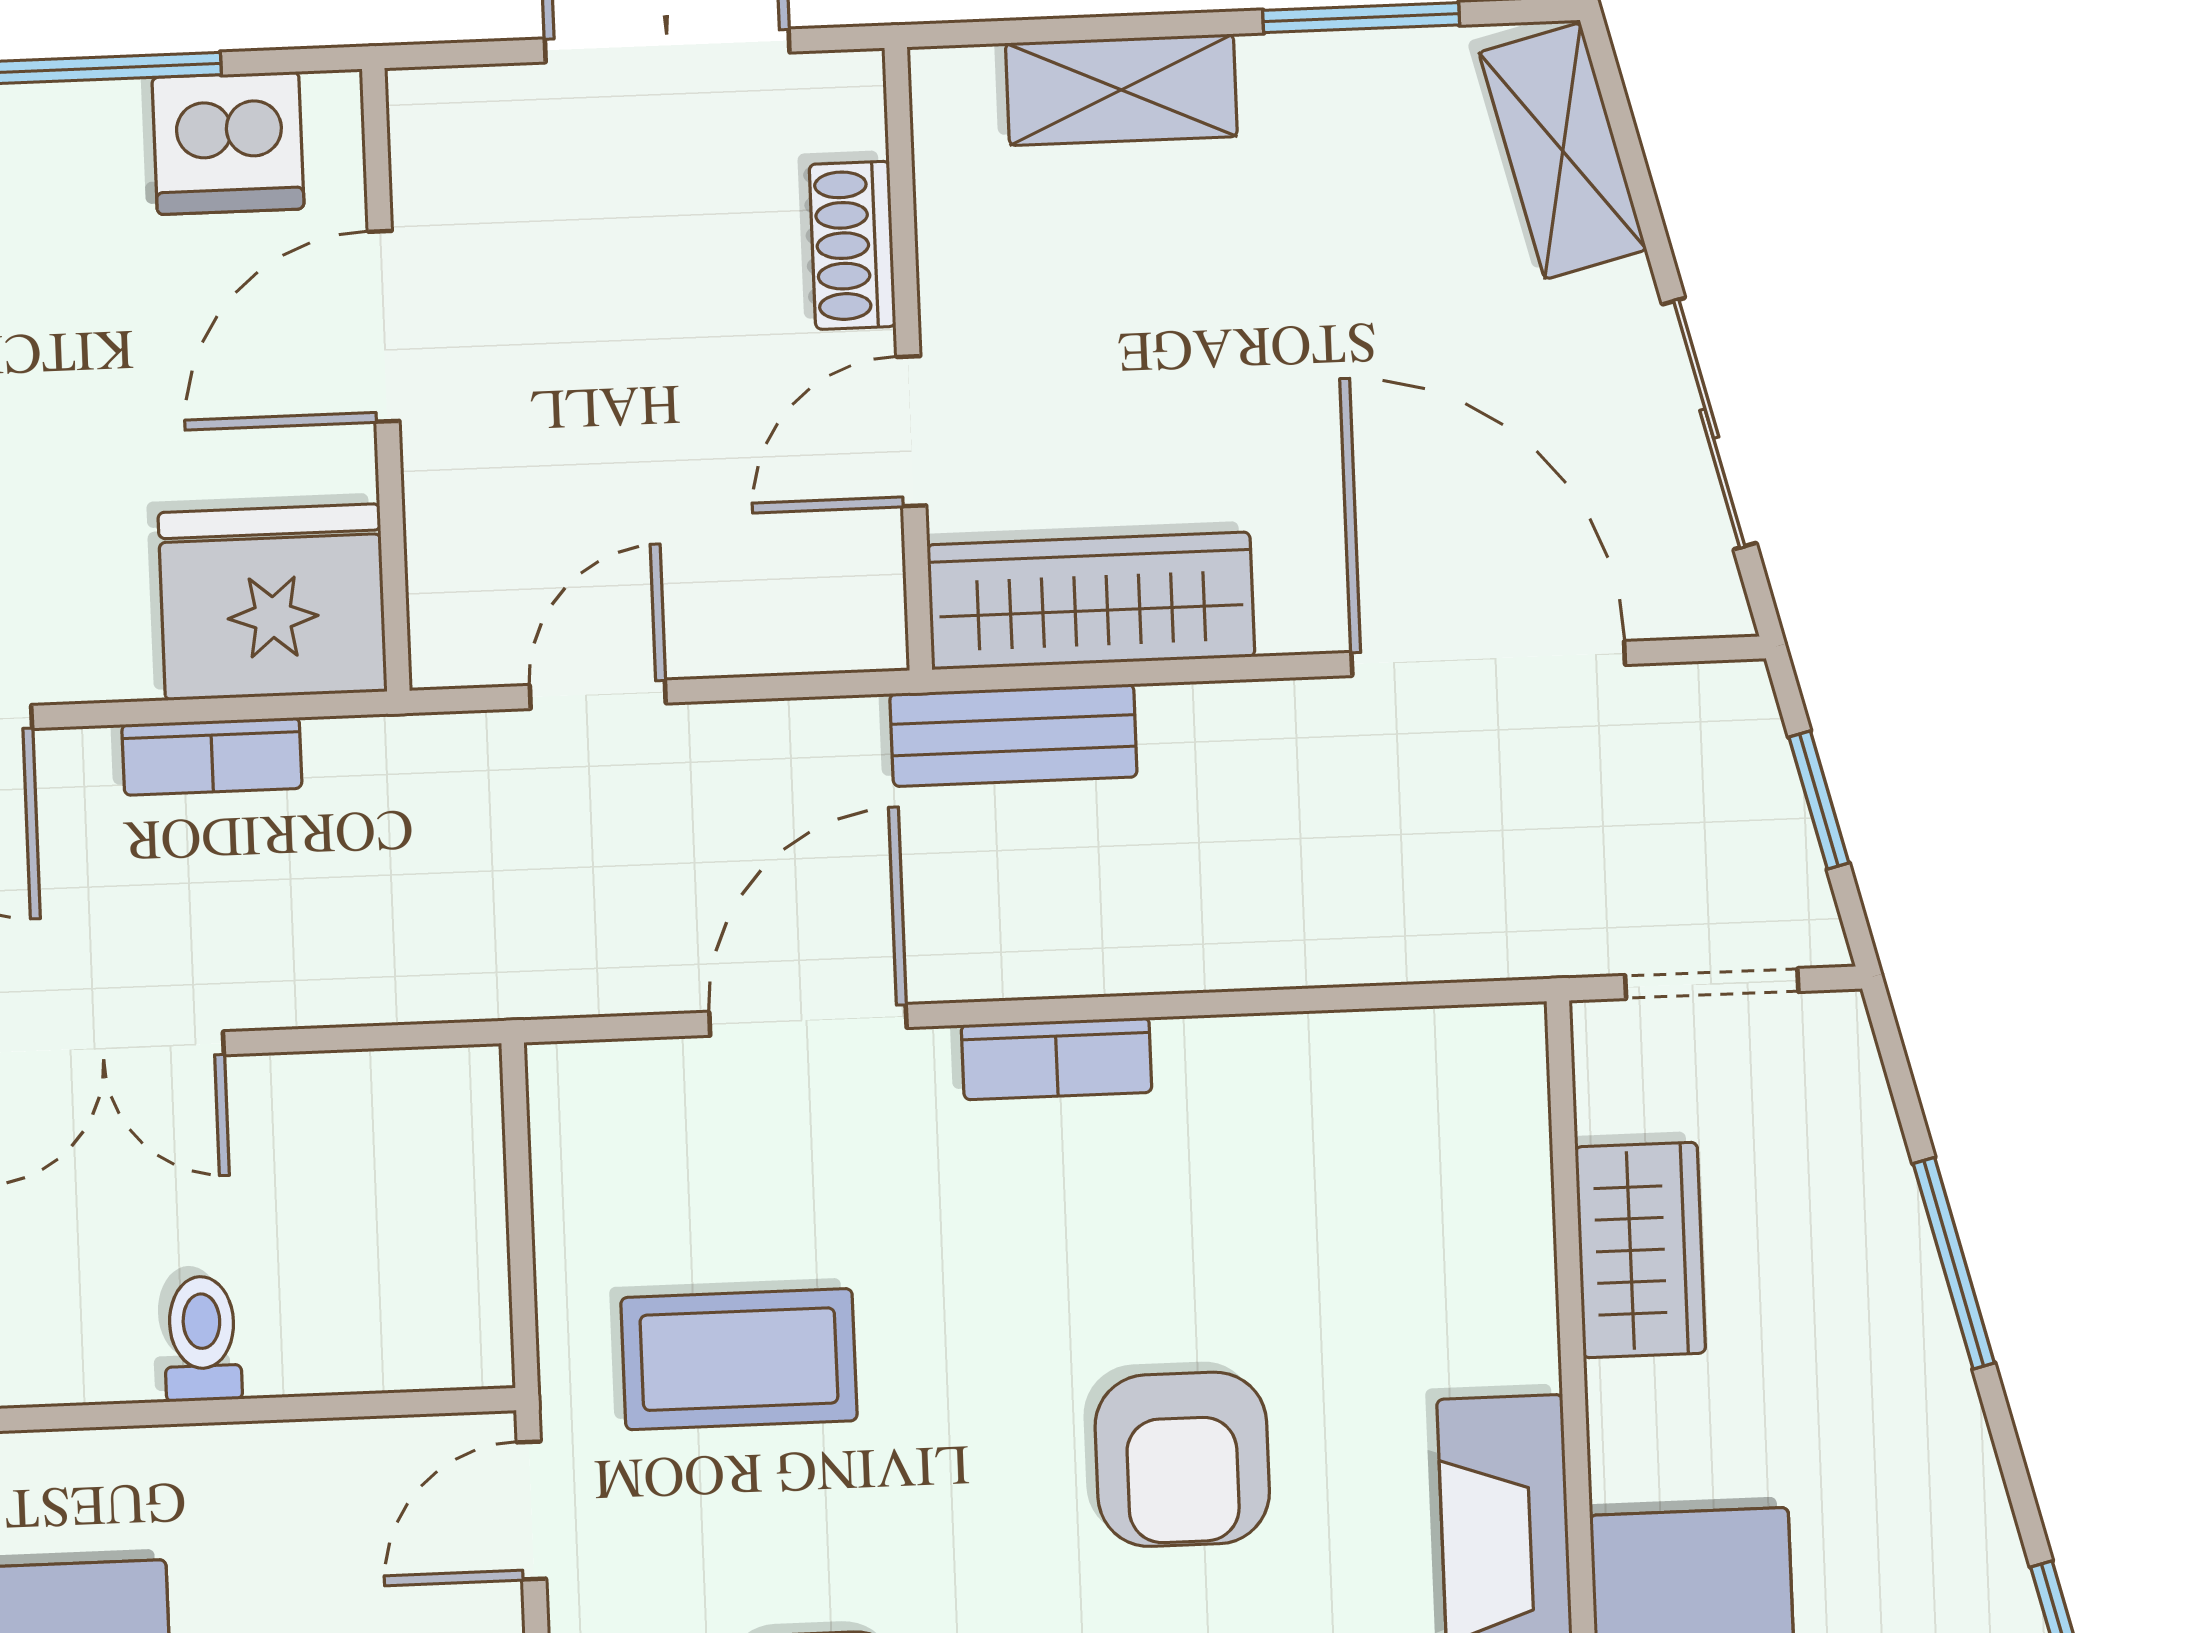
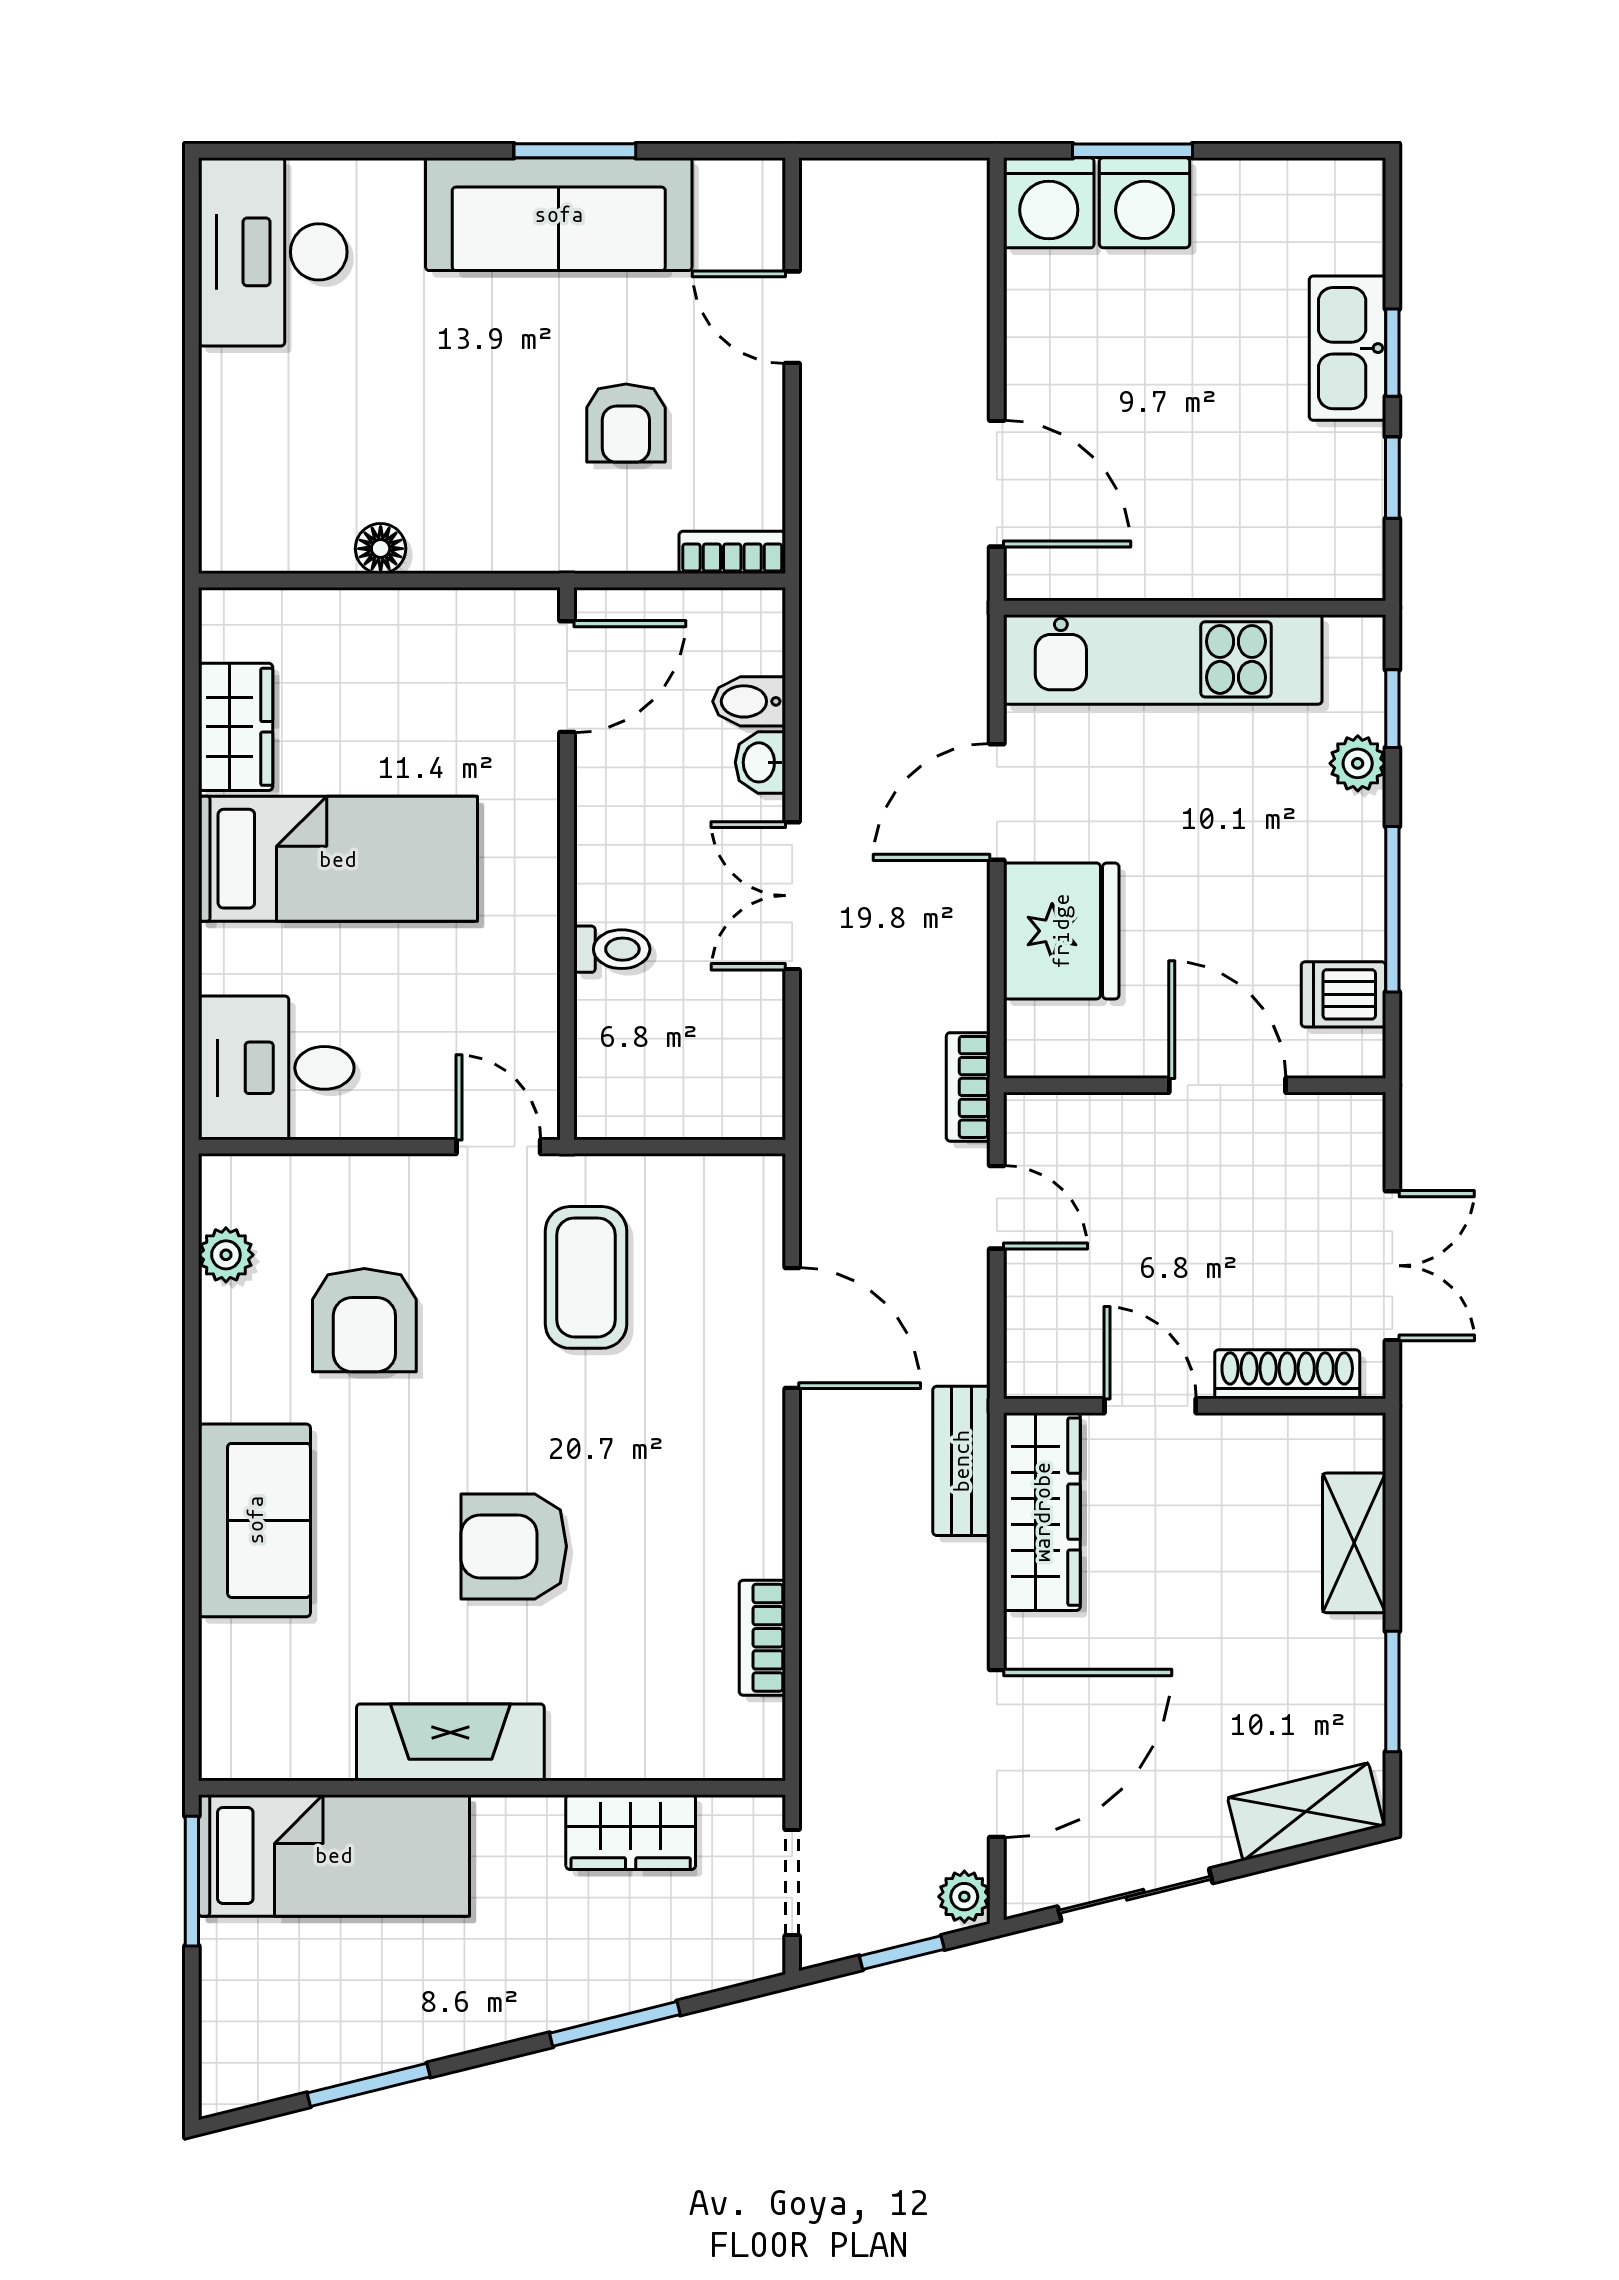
dishwasher: (228, 143) -> (1343, 994), width x0.73
shoe rack: (852, 245) -> (1287, 1374), width x1.43
fridge: (273, 602) -> (1061, 931), moved
plant: (1724, 702) -> (964, 1897), added
bookcase: (212, 756) -> (968, 1087), moved
bookcase: (1057, 1059) -> (762, 1638), moved

